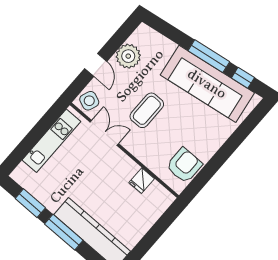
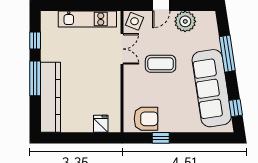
window: (209, 56) -> (227, 54), moved
window: (212, 167) -> (161, 138), added
fridge: (142, 181) -> (101, 124), moved, turned 90
window: (30, 203) -> (35, 41), width x0.67

